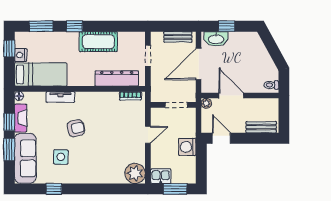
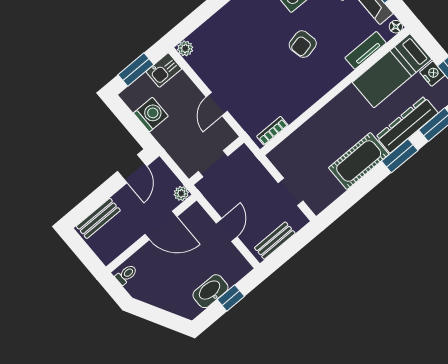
window: (74, 26) -> (400, 156), width x1.50
washbasin: (216, 39) -> (210, 291), moved
door: (199, 64) -> (227, 230), width x0.53
dresser: (117, 78) -> (407, 125), moved, turned 180
tv unit: (60, 97) -> (366, 50), moved
door: (221, 138) -> (132, 169), hinge flipped
washing machine: (187, 147) -> (151, 115), moved
plant: (135, 173) -> (185, 48), width x0.53, depth x0.53

